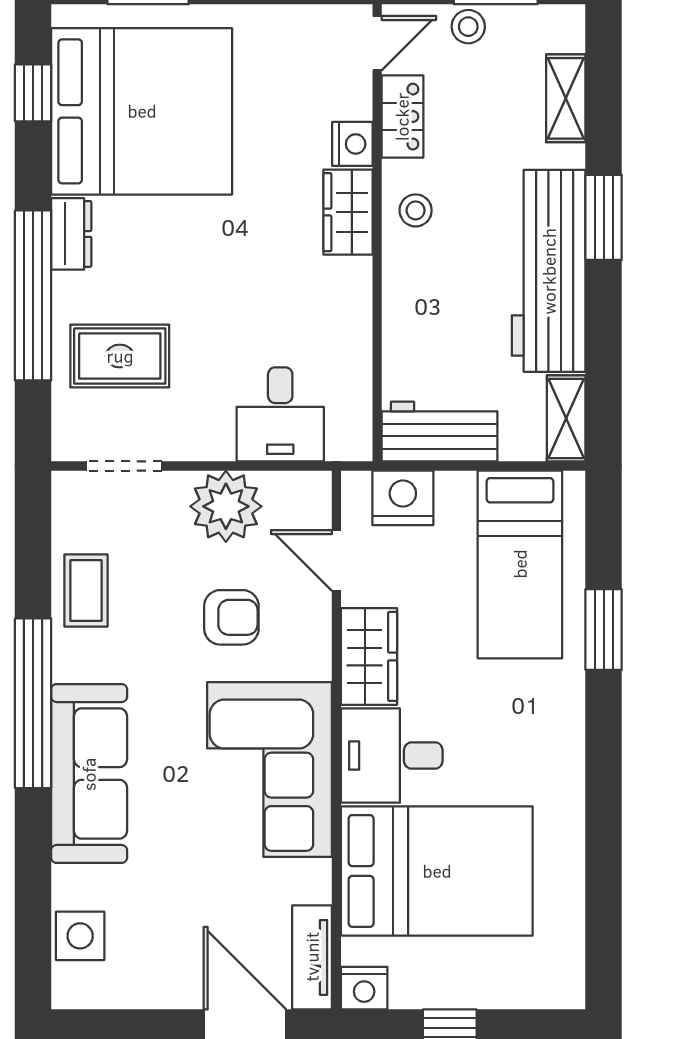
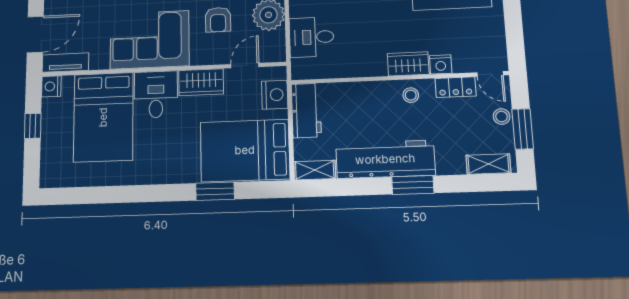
shelving: (566, 98) -> (488, 164), moved
bed: (520, 564) -> (245, 150), width x1.50

